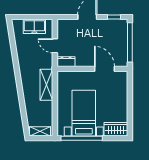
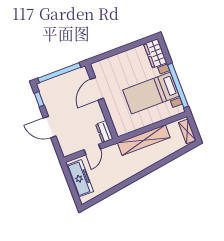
freezer: (34, 26) -> (80, 178), width x1.40
shelving: (46, 85) -> (144, 140), width x1.47

